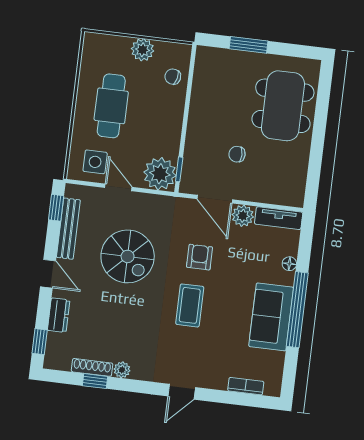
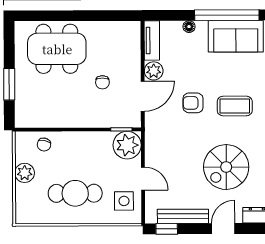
door: (118, 187) -> (143, 179), swing flipped
spiral stairs: (128, 256) -> (226, 167), moved, turned 180

